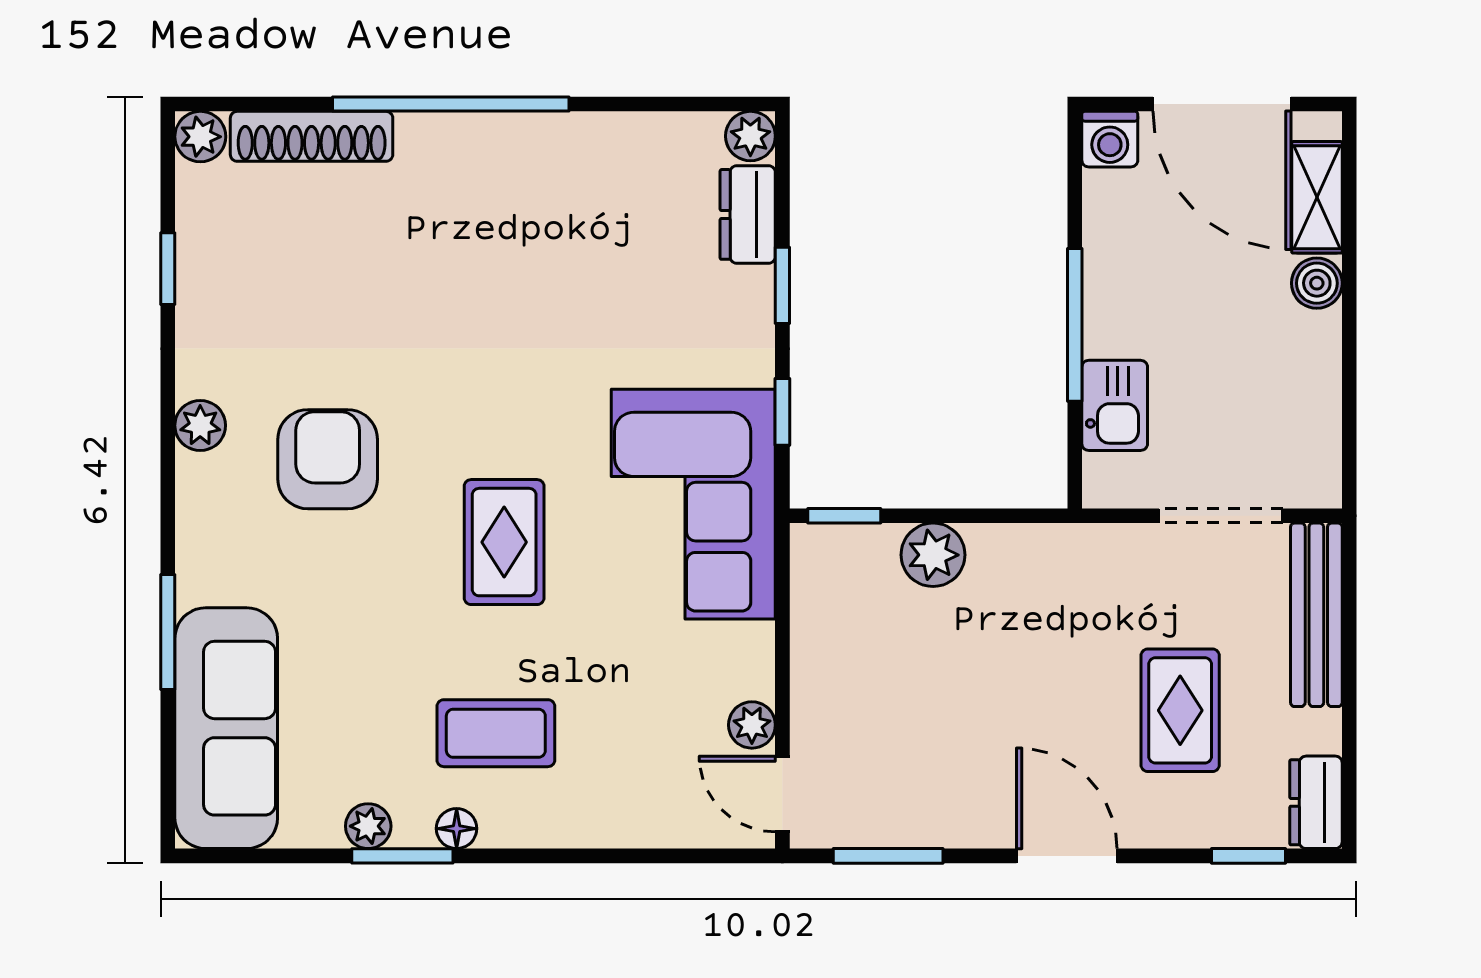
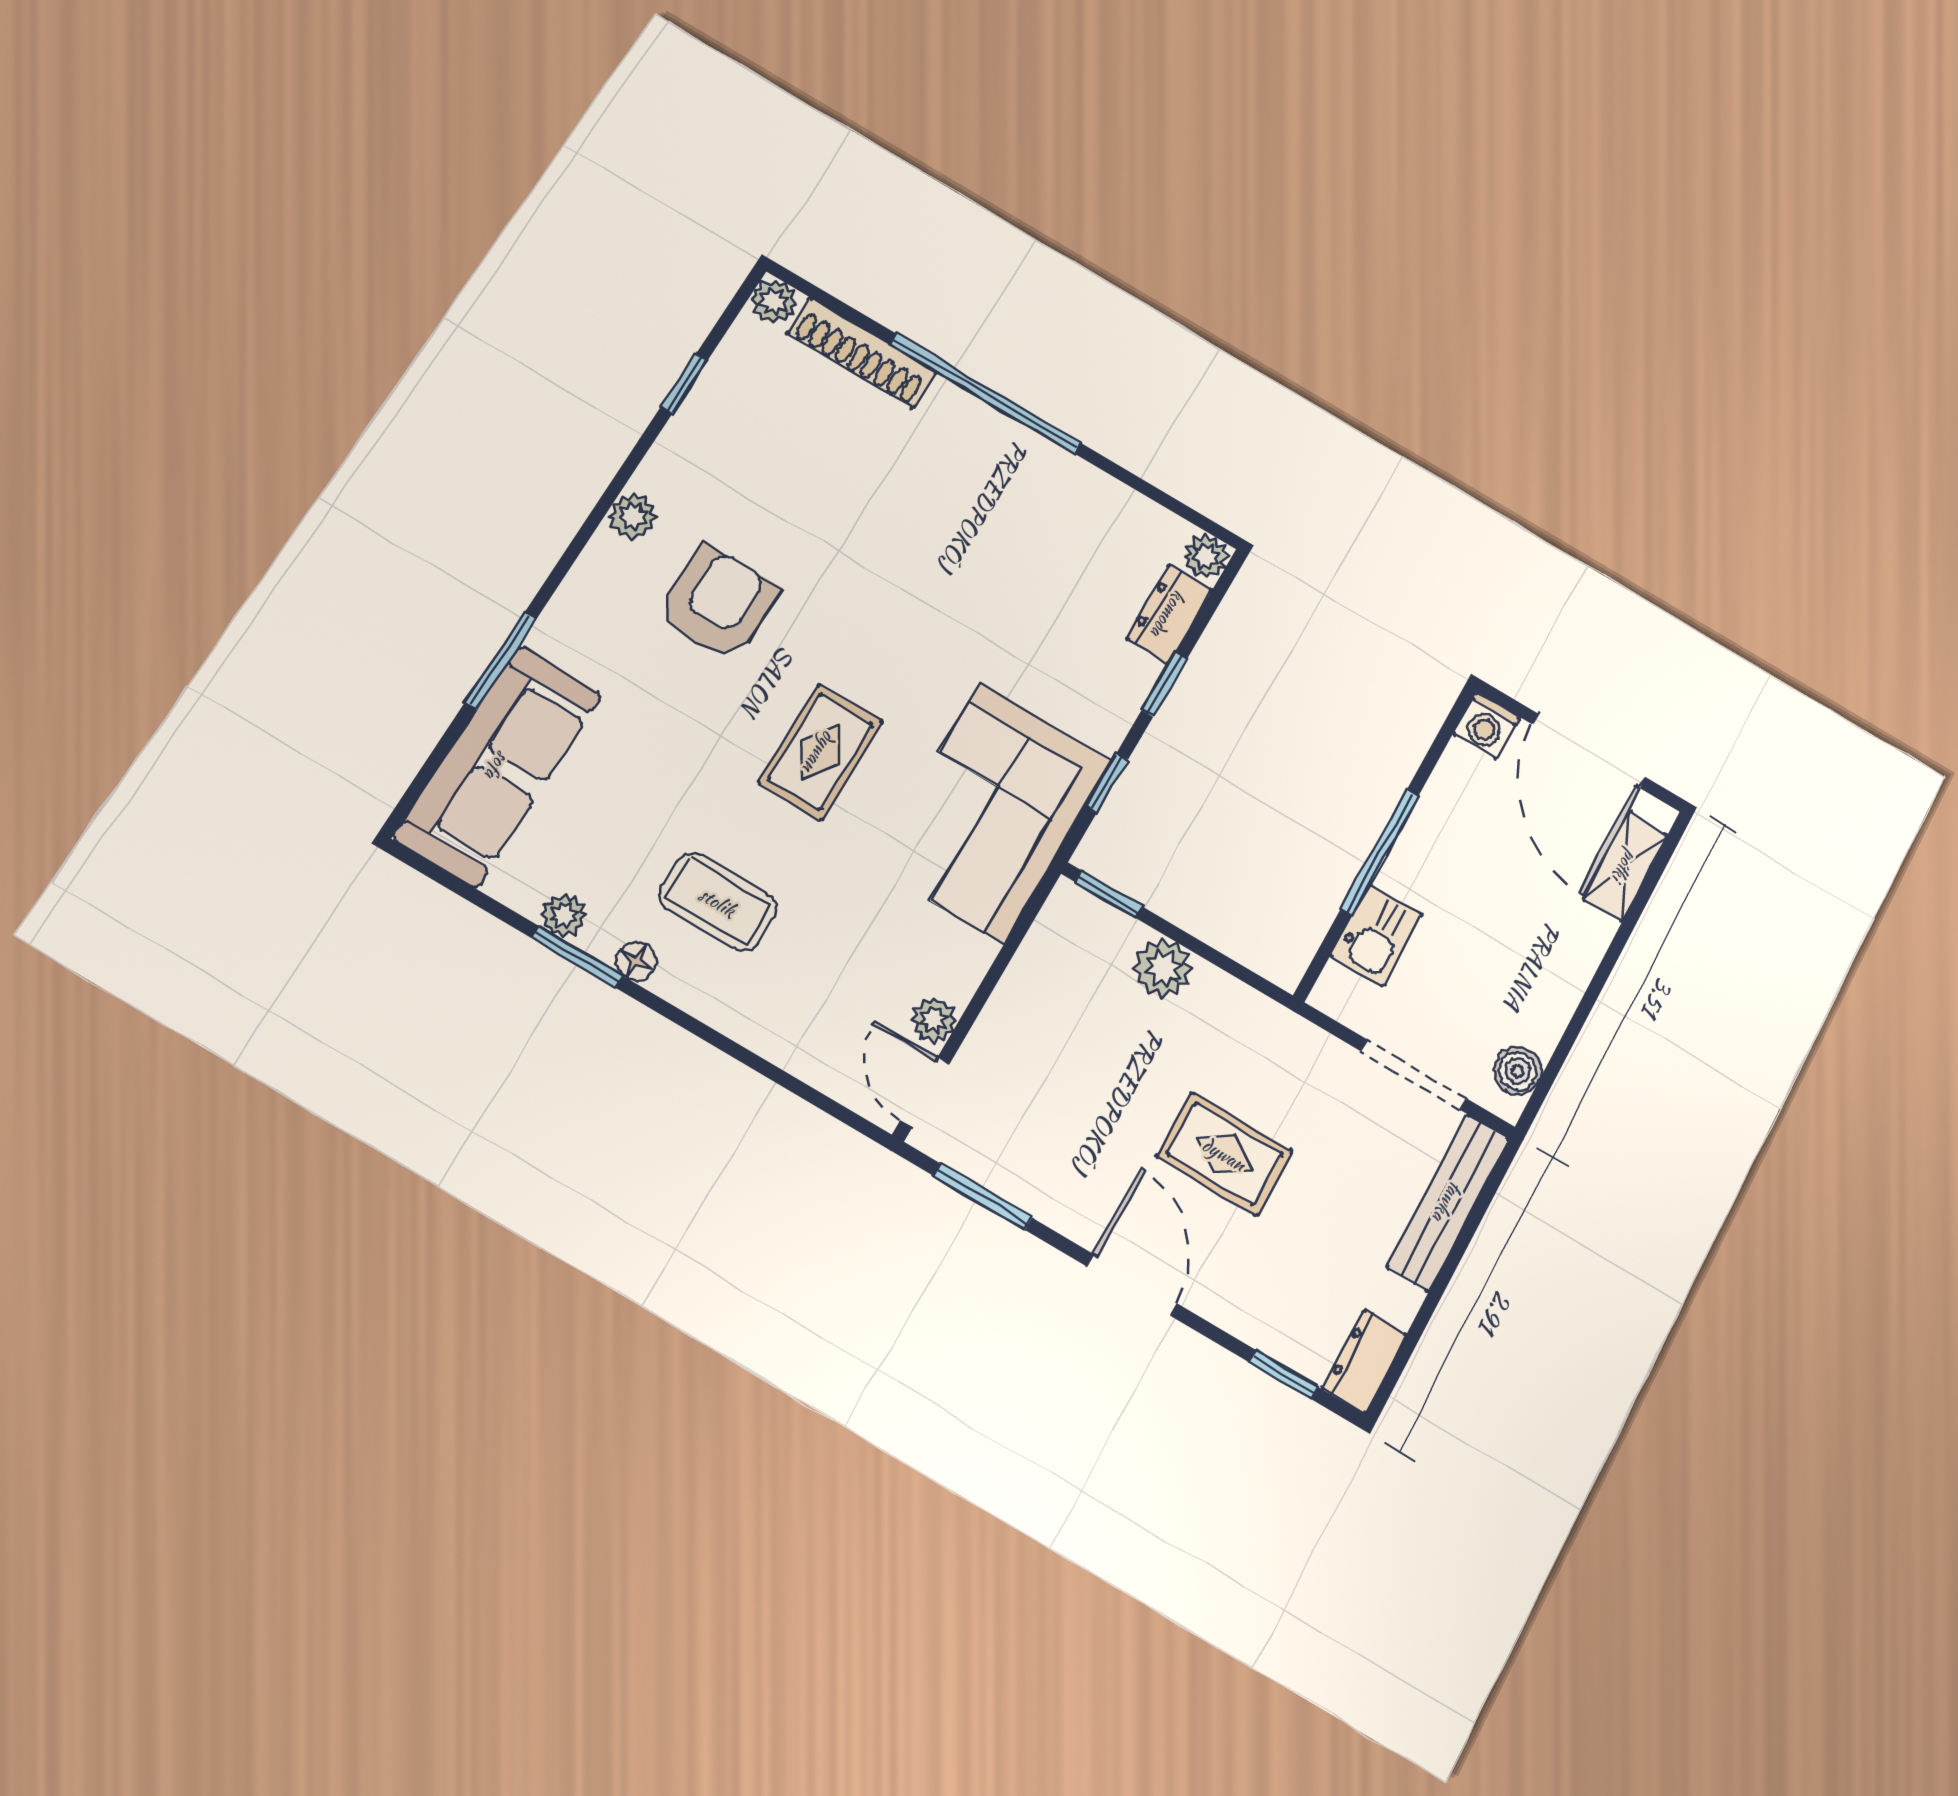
boiler: (1317, 283) -> (1518, 1071), moved
rug: (1180, 710) -> (1224, 1154), moved, turned 90

